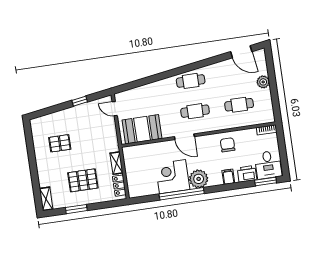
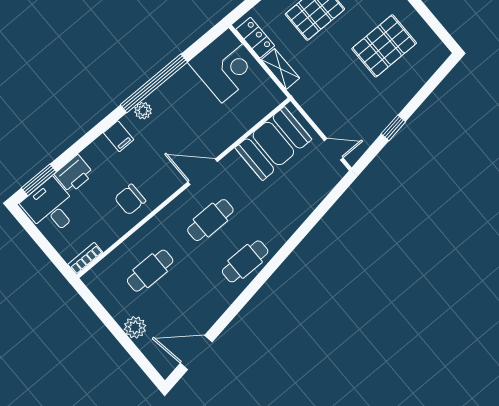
pallet: (60, 143) -> (384, 46), width x1.50, depth x1.42
chair: (228, 145) -> (130, 200), turned 90
corner desk: (173, 177) -> (225, 65), moved
filing cabinet: (228, 177) -> (119, 136), moved
plant: (199, 179) -> (143, 111), width x0.53, depth x0.53

